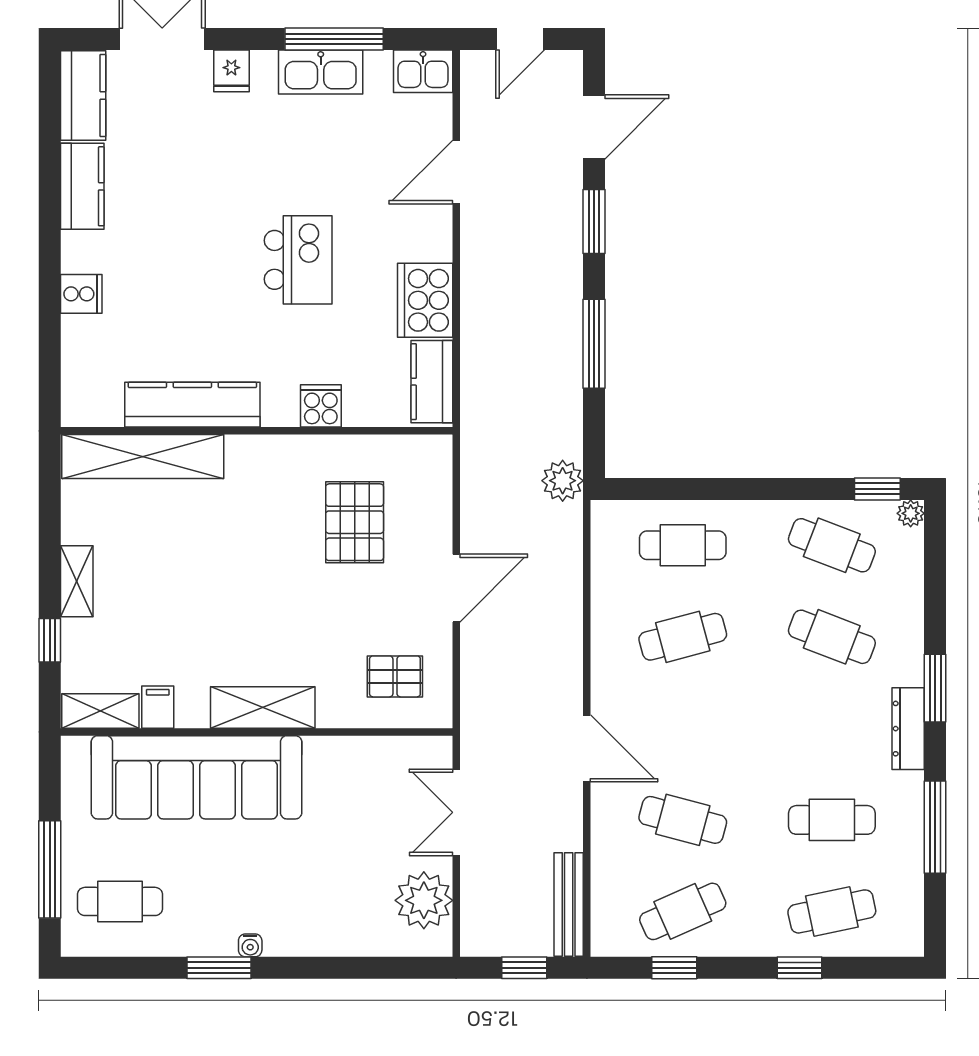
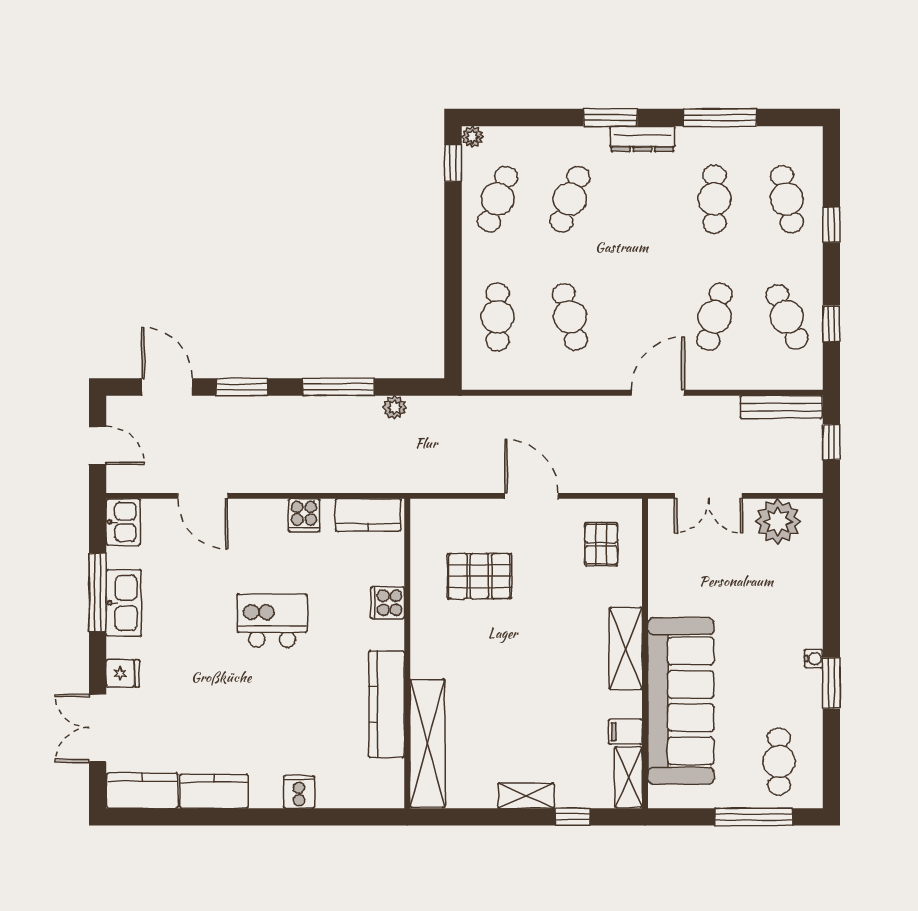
cooker: (425, 300) -> (304, 515), width x0.53, depth x0.76
plant: (563, 481) -> (395, 407), moved, width x0.73, depth x0.73

